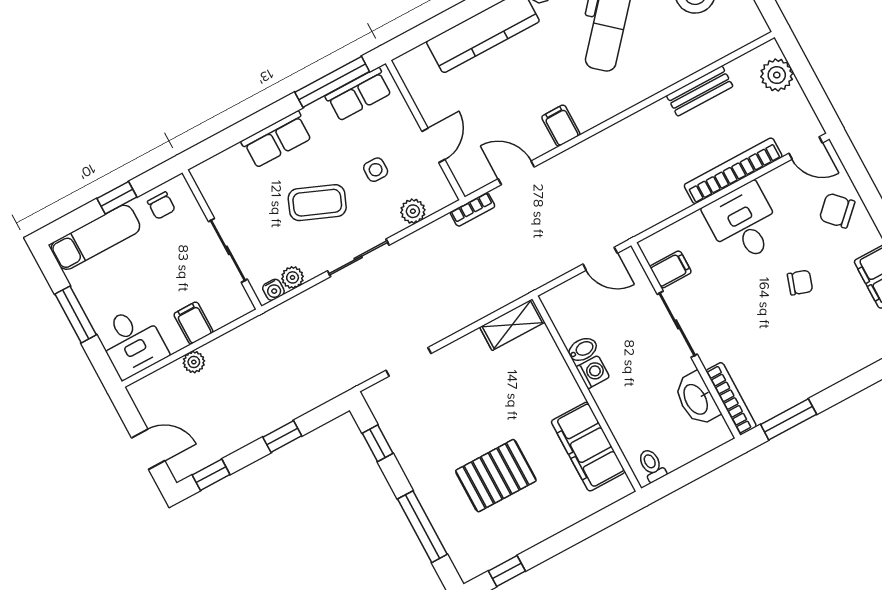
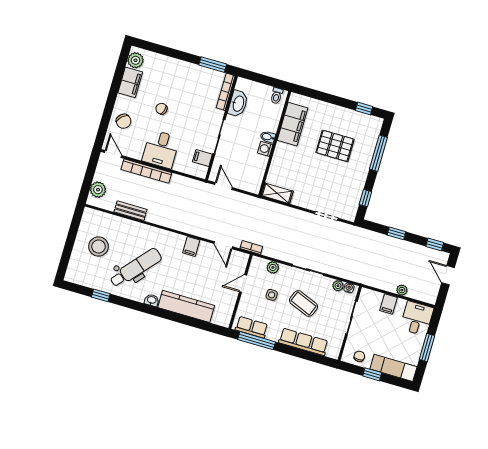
row of seats: (277, 140) -> (303, 342), width x1.48
bidet: (583, 349) -> (268, 137), moved

